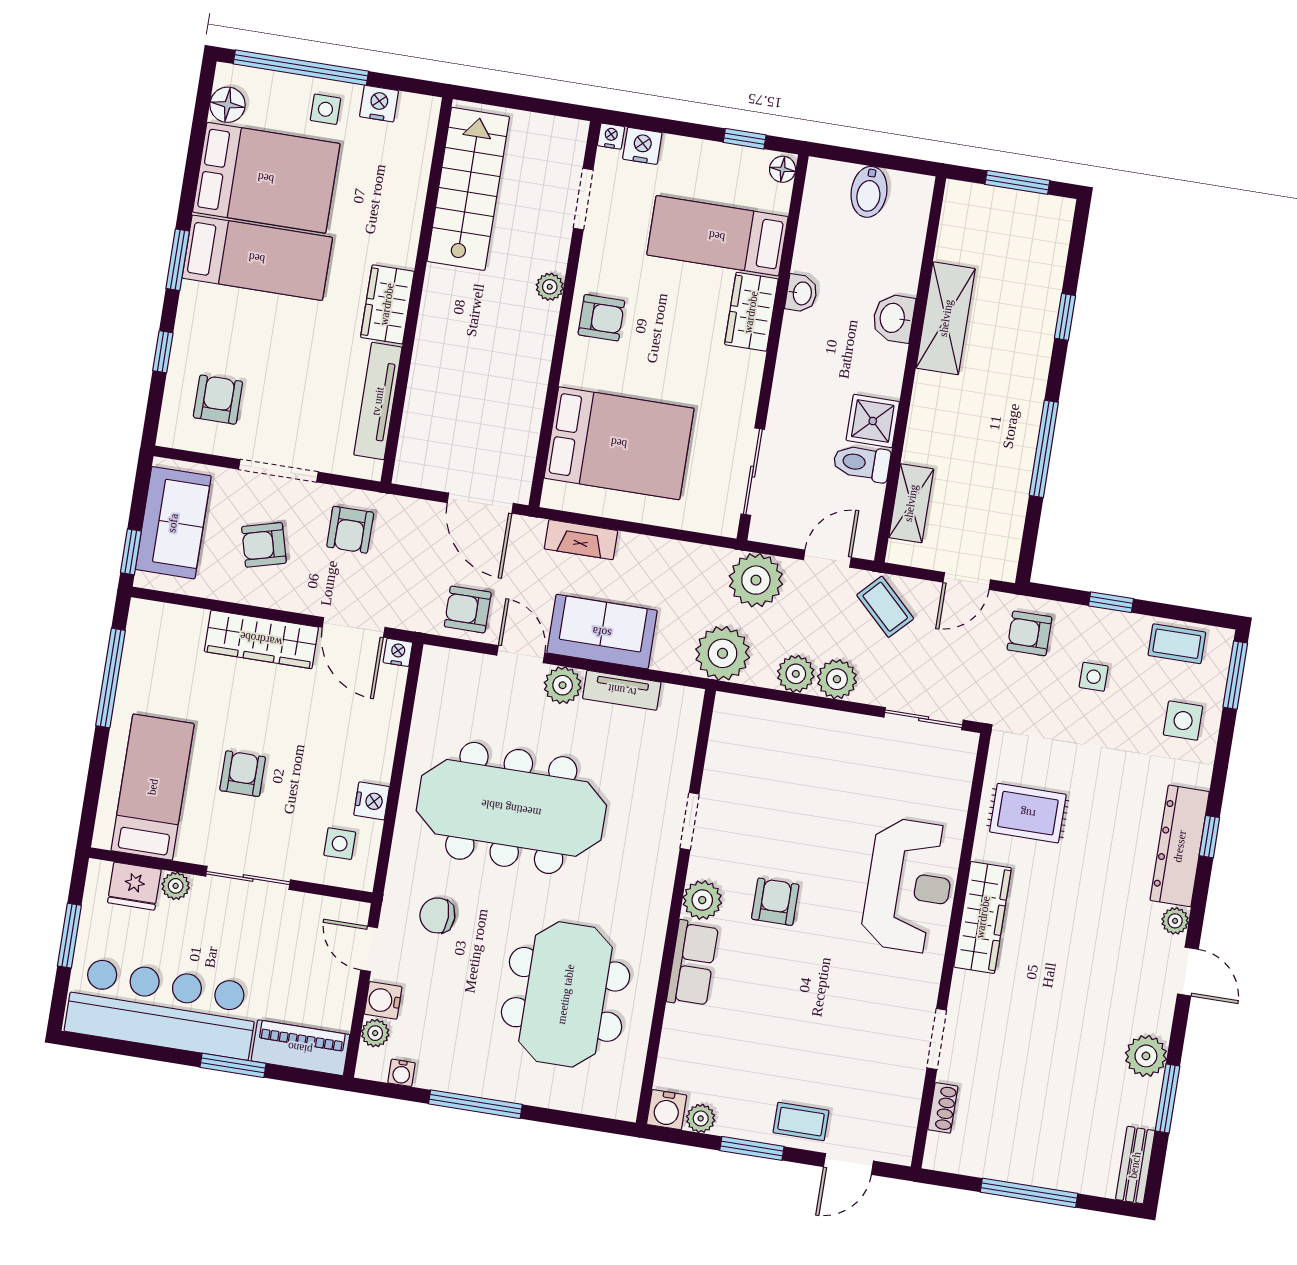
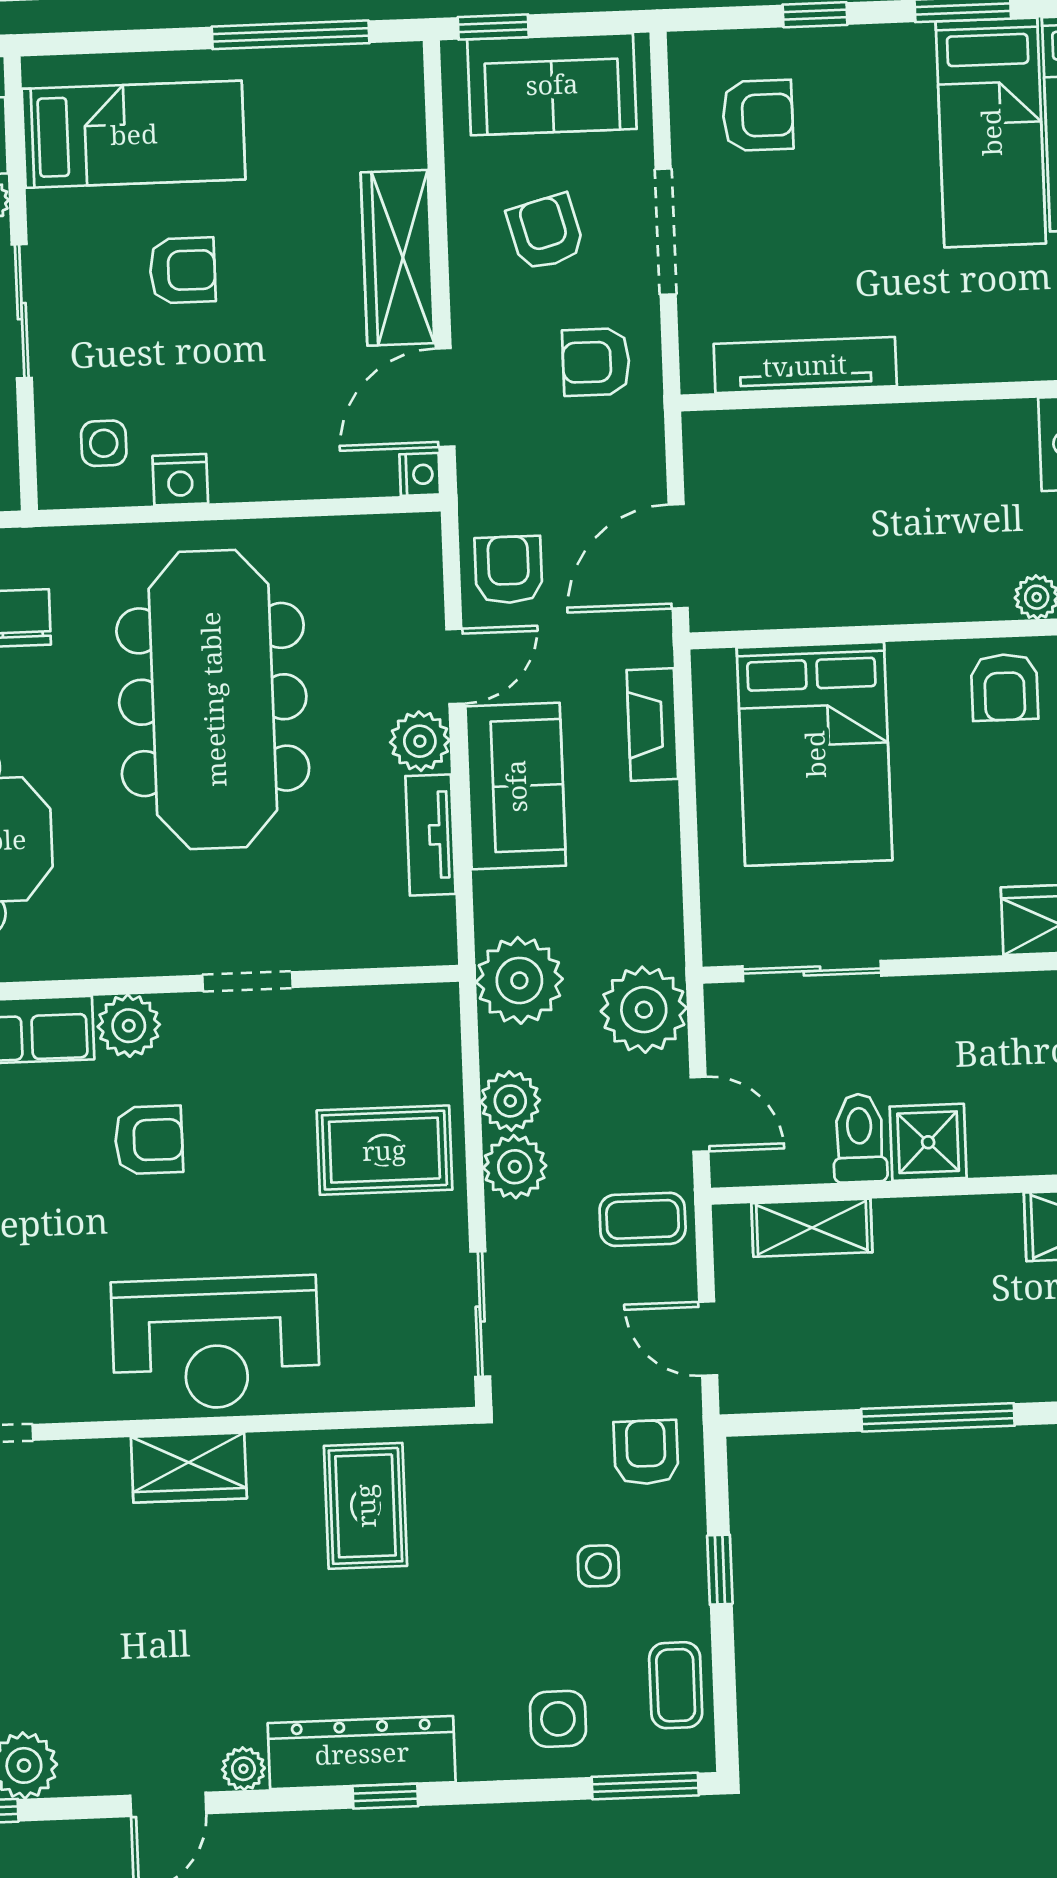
wardrobe: (387, 304) -> (959, 350), removed
coffee table: (885, 607) -> (643, 1219), turned 46
rug: (811, 758) -> (384, 1150), added
wardrobe: (983, 917) -> (189, 1468), width x0.67

